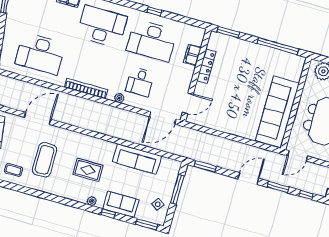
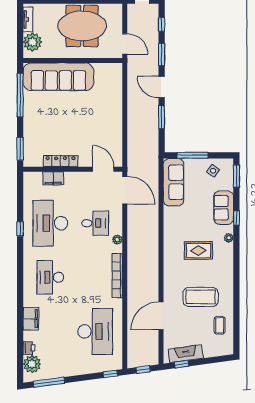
desk: (102, 26) -> (50, 277), width x0.73, depth x0.77
desk: (152, 41) -> (50, 223), turned 180
sofa: (277, 112) -> (58, 77), moved
door: (38, 118) -> (161, 316), hinge flipped
sofa: (137, 159) -> (173, 182), moved
window: (205, 166) -> (162, 117), moved
rug: (88, 170) -> (198, 251), turned 90

